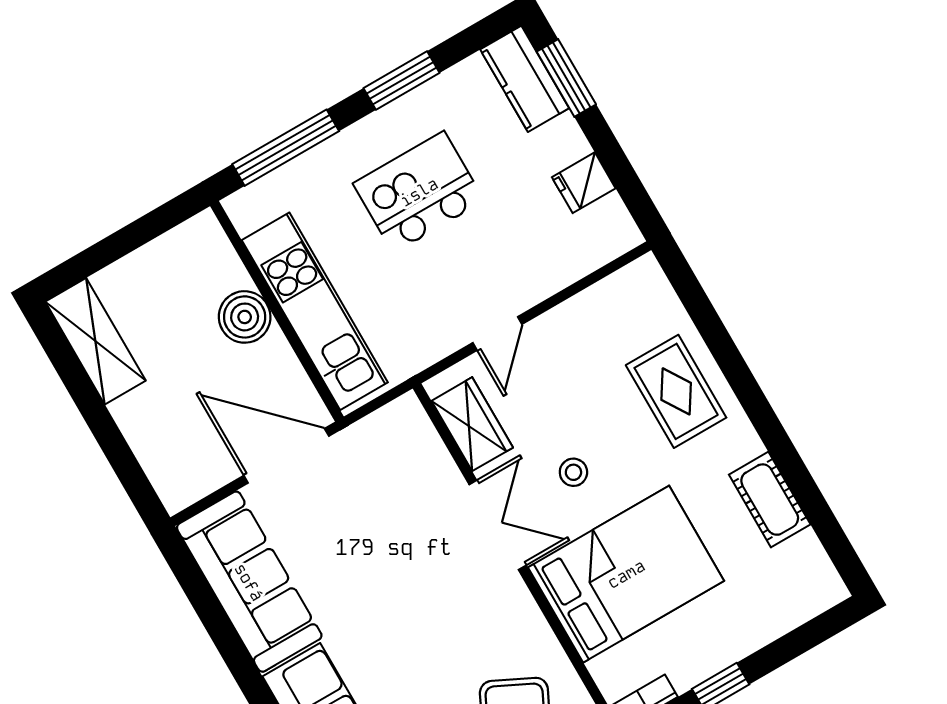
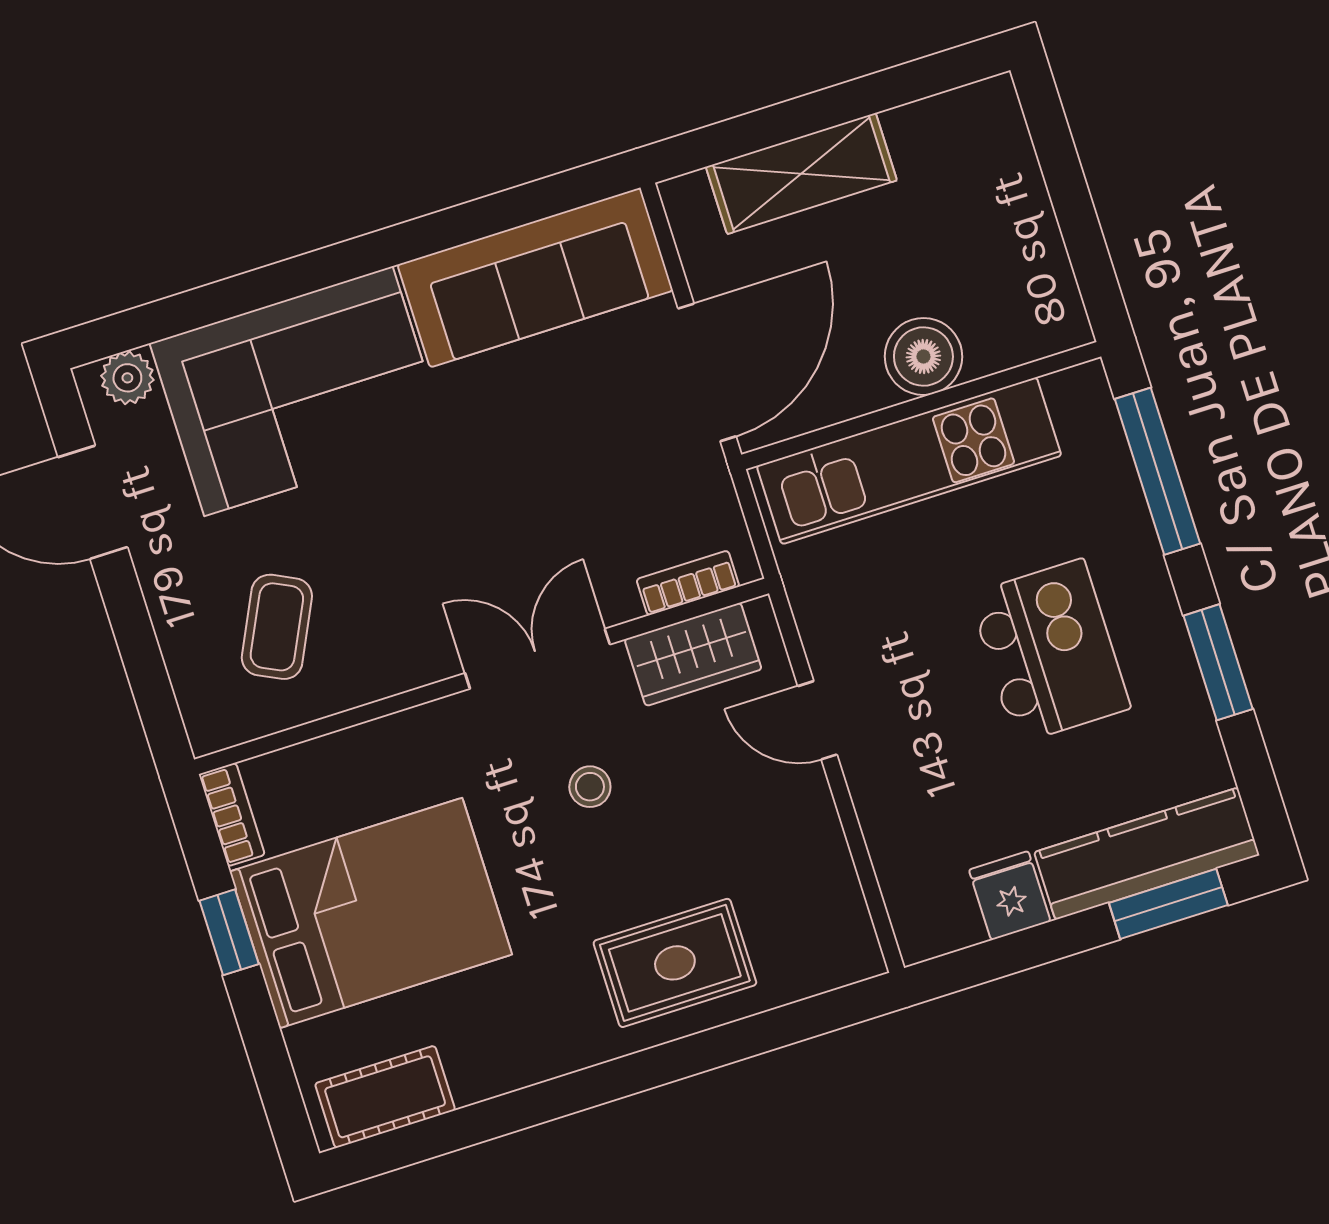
kitchen counter: (525, 79) -> (1147, 854), width x1.50
shelving: (95, 341) -> (801, 174), moved
bookcase: (426, 438) -> (688, 583), added
cot: (770, 500) -> (385, 1097), moved
double door: (498, 525) -> (537, 659), swing flipped
bed: (626, 574) -> (371, 913), moved, turned -90

